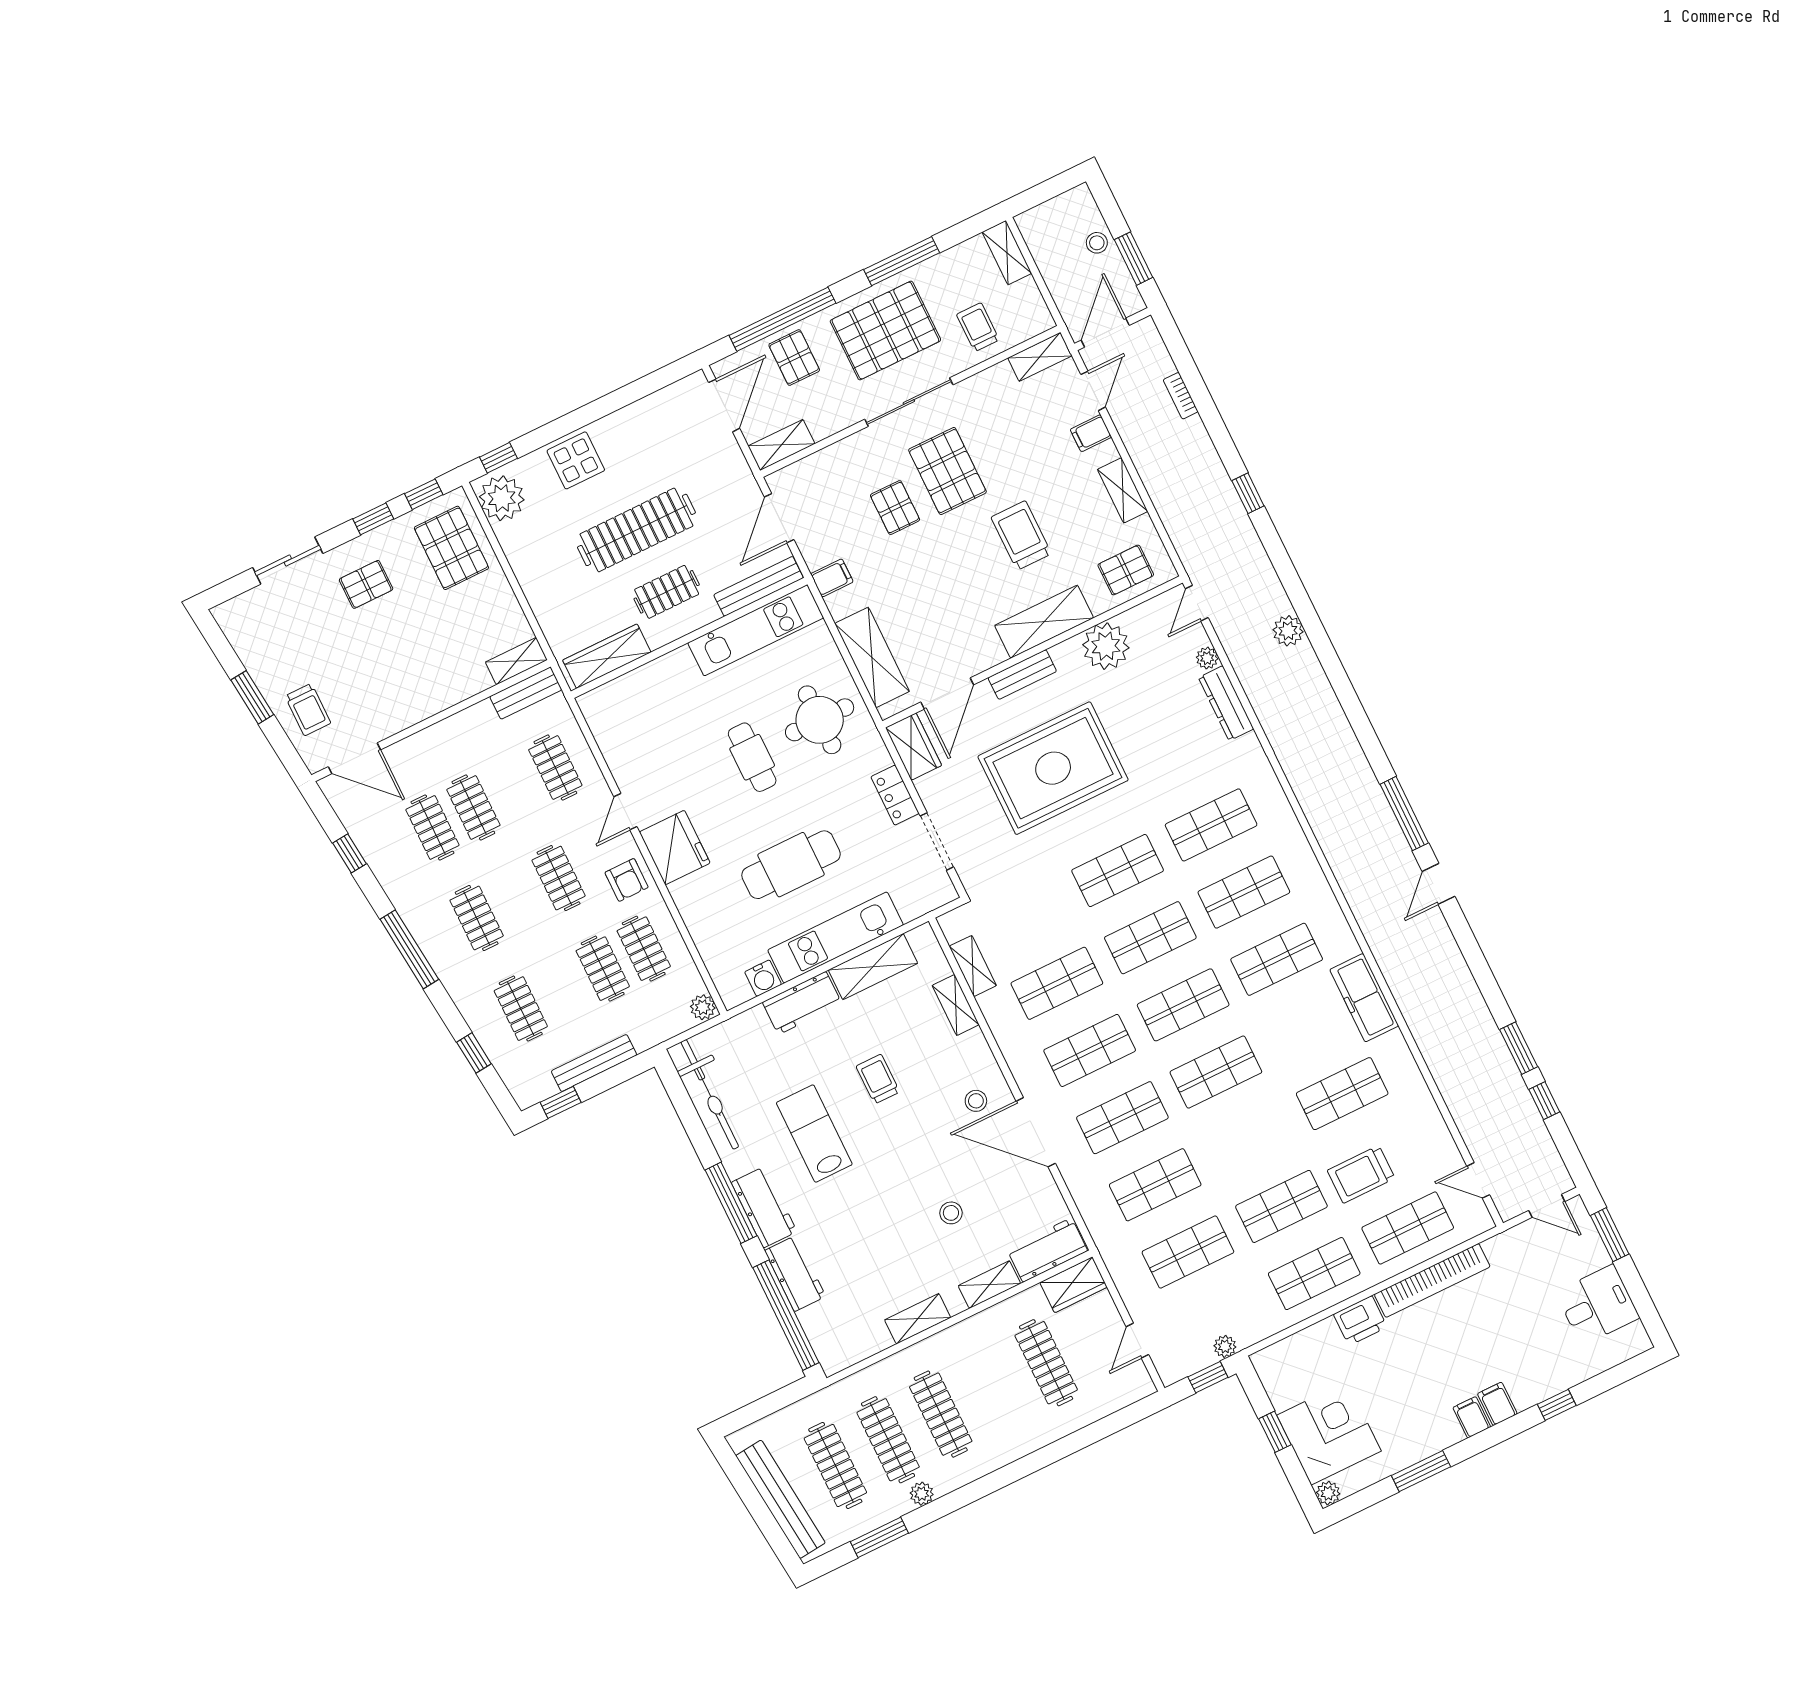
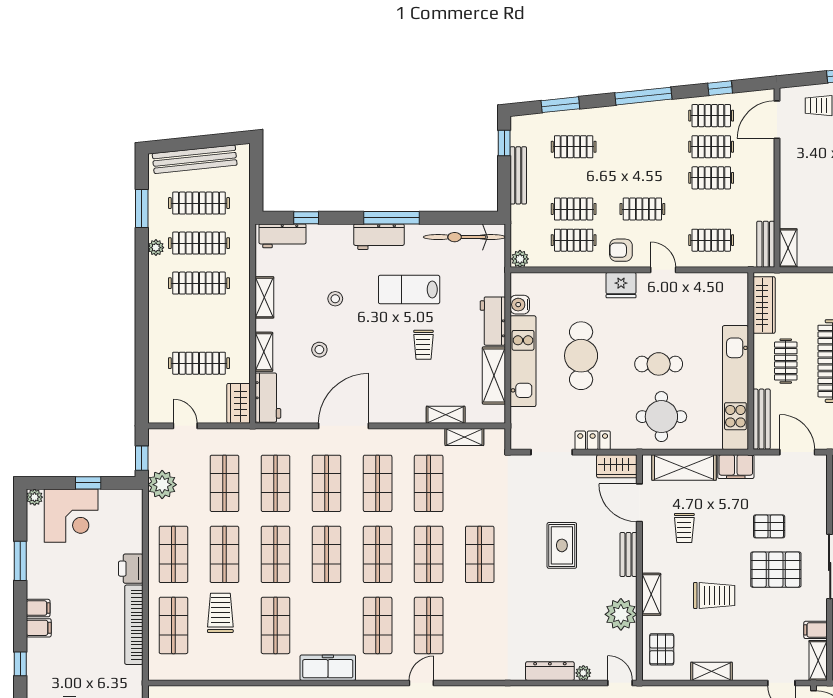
filing cabinet: (1091, 433) -> (816, 630), moved, turned -90
filing cabinet: (832, 578) -> (736, 467), width x2.00
trolley: (951, 618) -> (684, 528), added
shelving: (1044, 622) -> (651, 594), width x0.67, depth x0.75
kitchen unit: (756, 630) -> (735, 388), width x1.36
rug: (1053, 768) -> (562, 545), width x0.54, depth x0.49
shop shelf: (1211, 825) -> (276, 554), moved
fridge: (675, 847) -> (621, 285), width x0.73, depth x0.75
clothes rail: (477, 918) -> (711, 116), moved
window: (474, 1053) -> (560, 105), width x1.50
trolley: (878, 1079) -> (423, 345), turned 90
stool: (976, 1101) -> (335, 299), moved
lab bench: (814, 1134) -> (409, 290), turned 180
door: (1478, 1180) -> (421, 683), moved
workbench: (795, 1274) -> (282, 236), moved
window: (786, 1315) -> (306, 218), width x0.32
plant: (1225, 1346) -> (162, 485), width x1.88, depth x1.88

